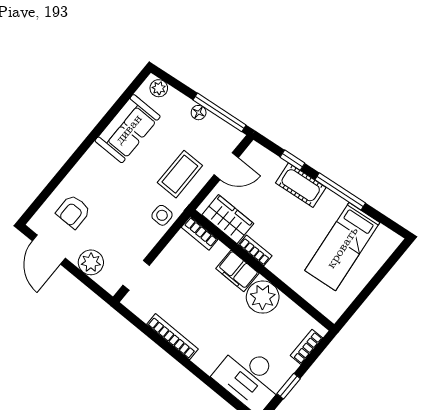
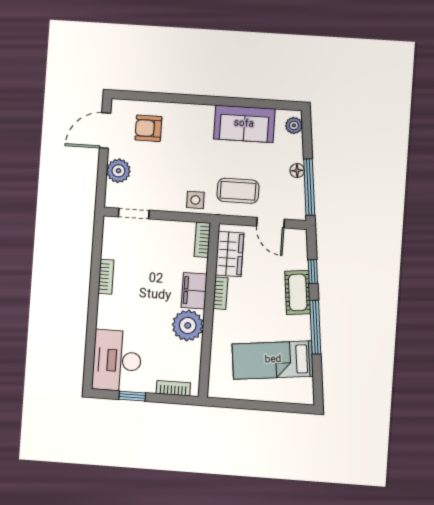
bookcase: (173, 337) -> (106, 277), width x0.64

